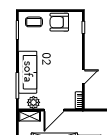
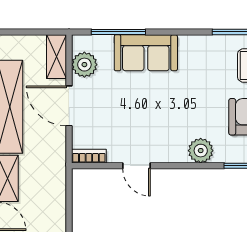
plant: (76, 45) -> (201, 151), added
sofa: (28, 72) -> (146, 53), width x0.73

